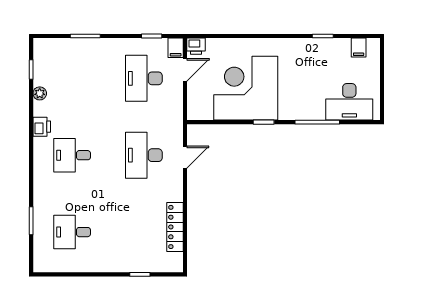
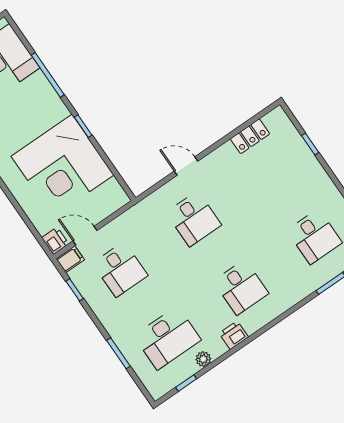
desk: (72, 78) -> (167, 338), added
desk: (144, 78) -> (120, 269), width x0.73
desk: (144, 155) -> (194, 219), width x0.73
door: (185, 157) -> (186, 166), moved
locker: (175, 227) -> (250, 136), width x0.66

